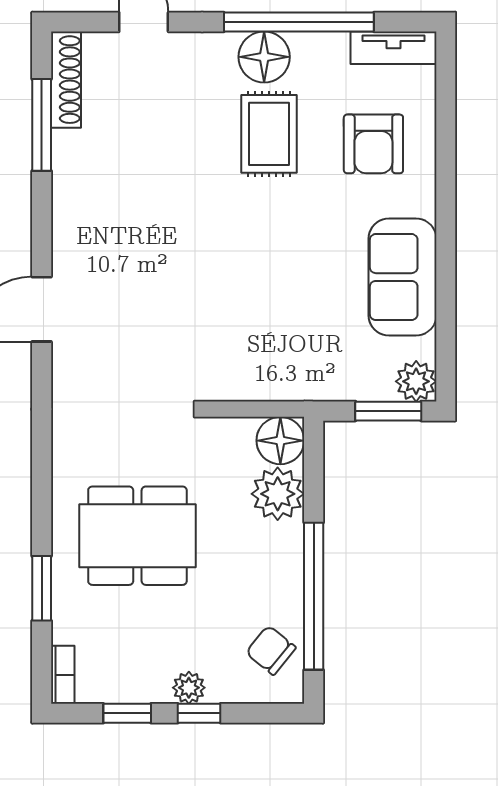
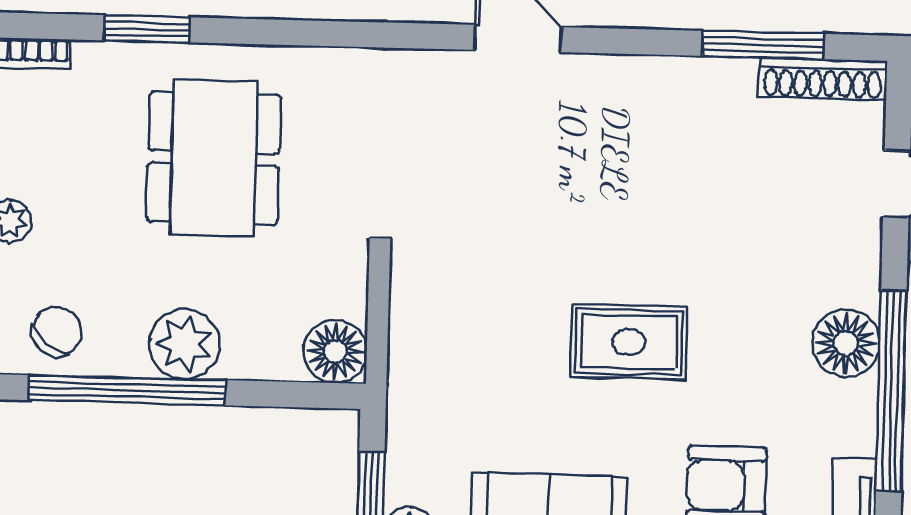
rug: (269, 134) -> (629, 342), moved
plant: (278, 494) -> (185, 344), moved

